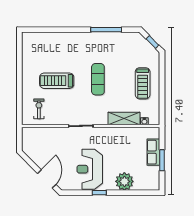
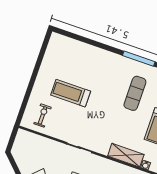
exercise mat: (98, 79) -> (135, 93), moved

